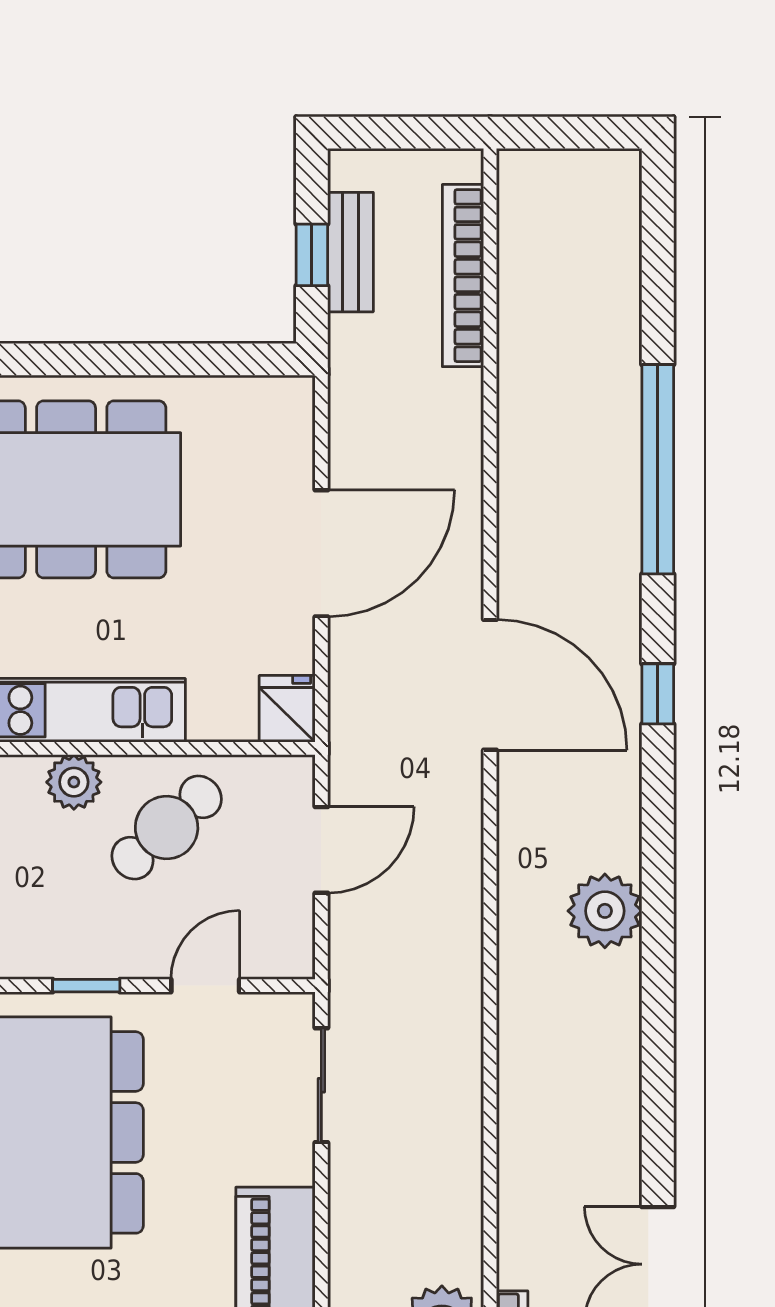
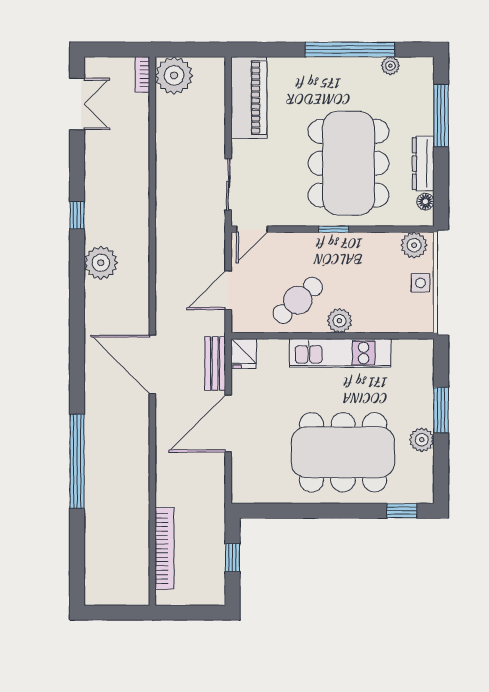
bench: (350, 252) -> (215, 364), moved
window: (658, 694) -> (77, 215), moved
door: (205, 986) -> (252, 229), moved

